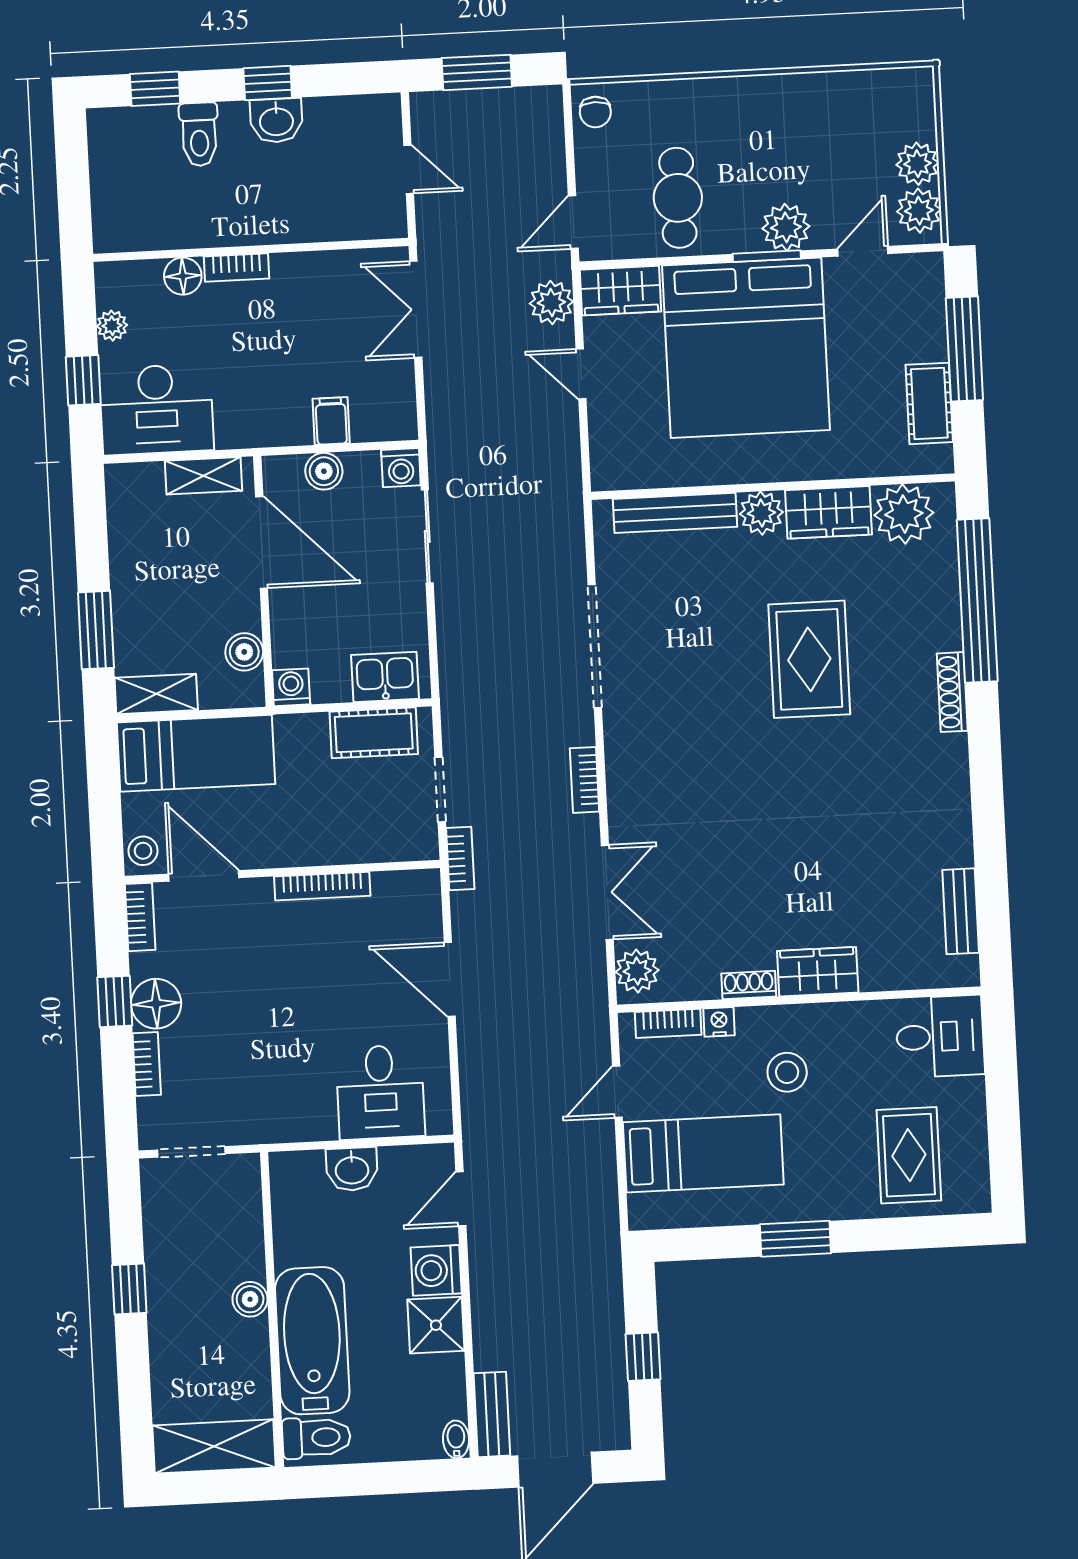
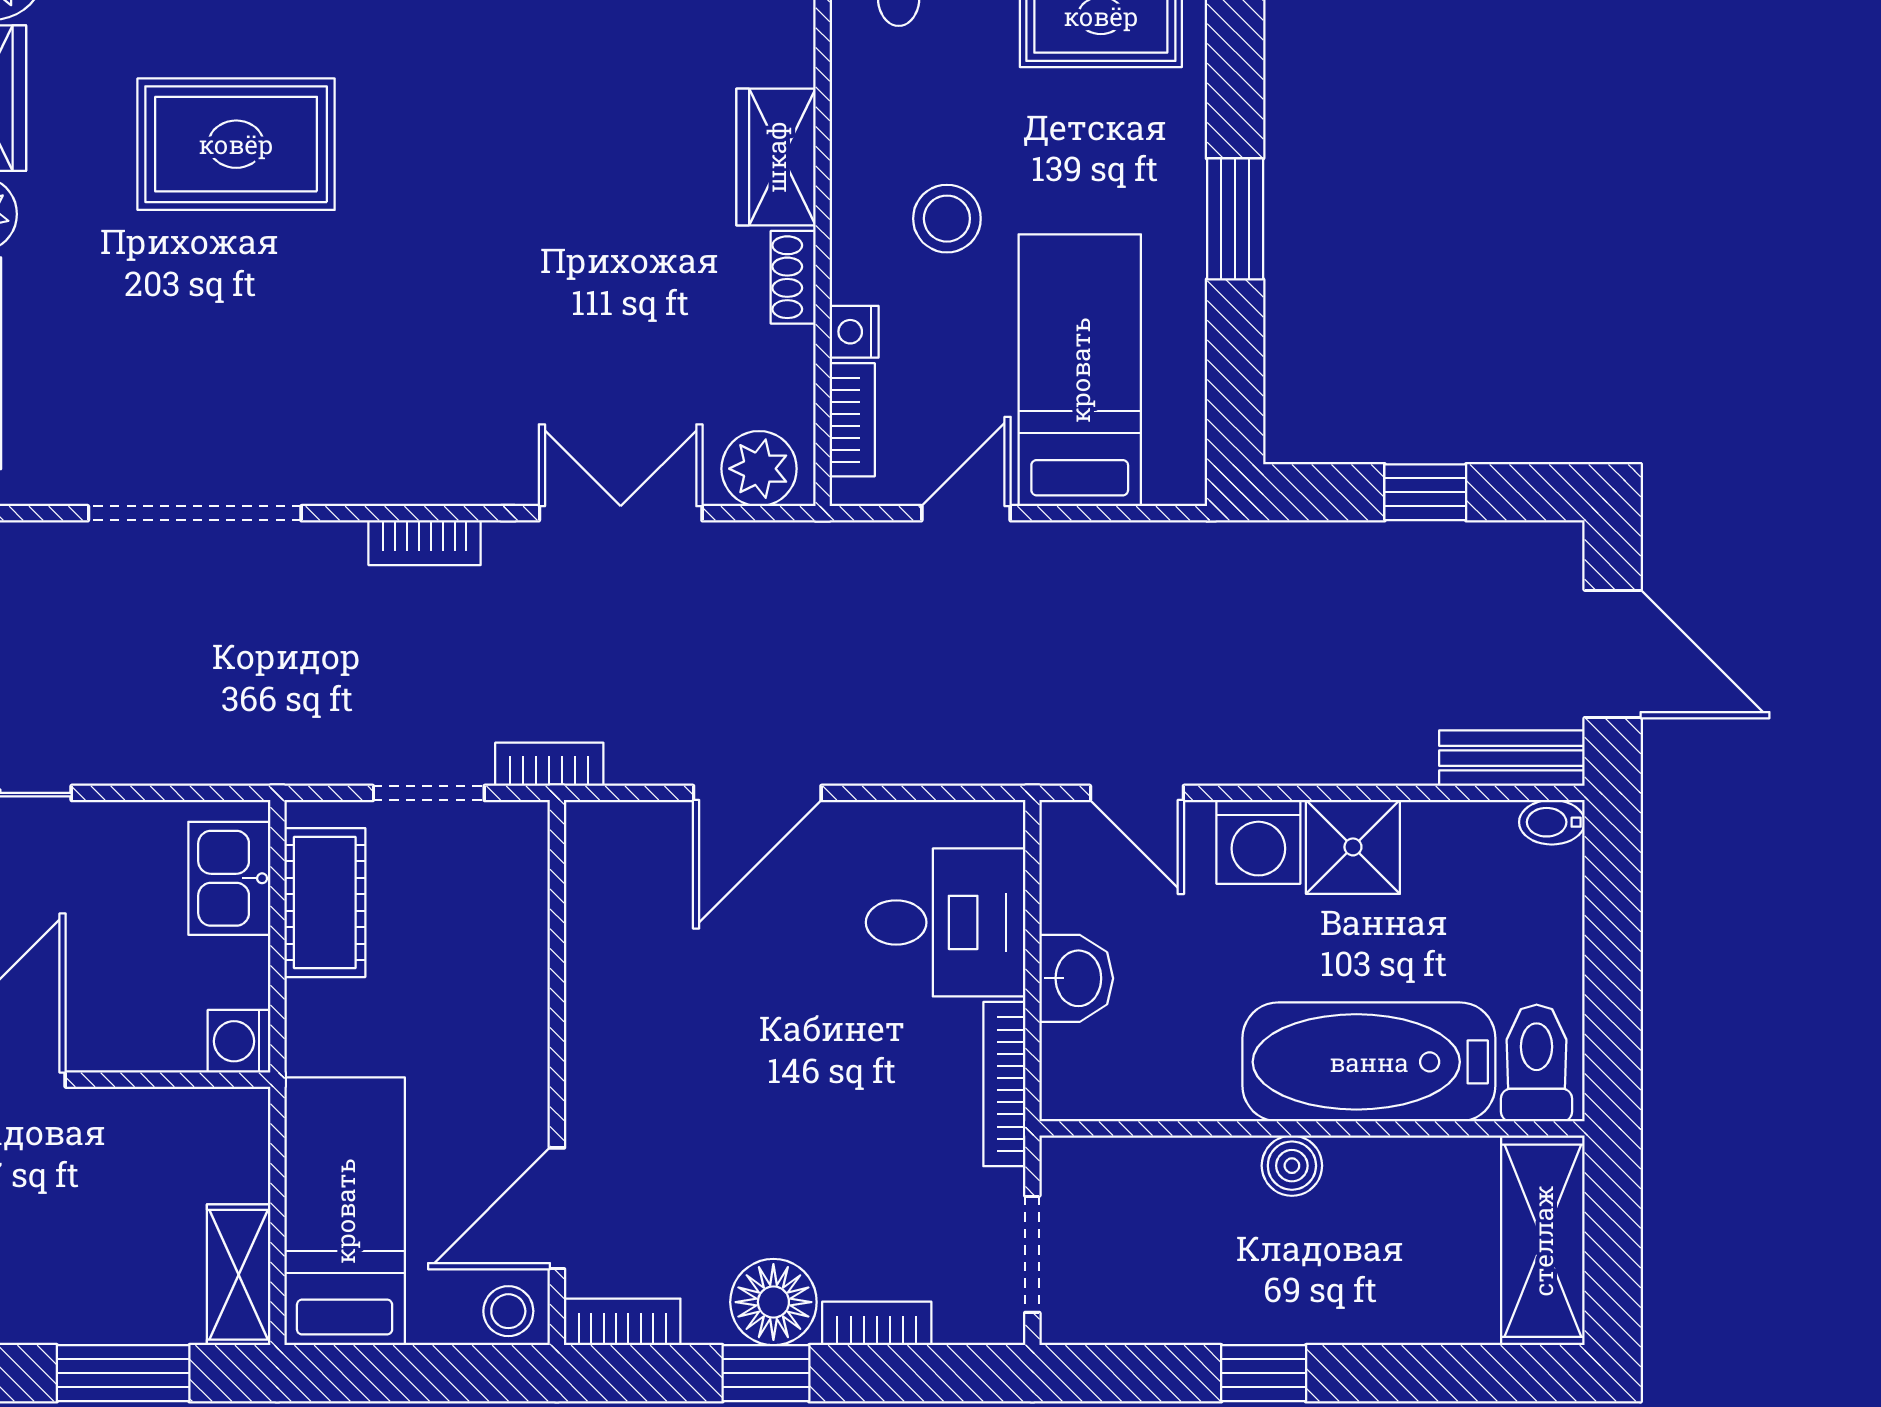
boiler: (244, 652) -> (174, 1119), removed
bookcase: (322, 886) -> (1004, 1084), moved, turned 180
door: (617, 1092) -> (966, 513), swing flipped

